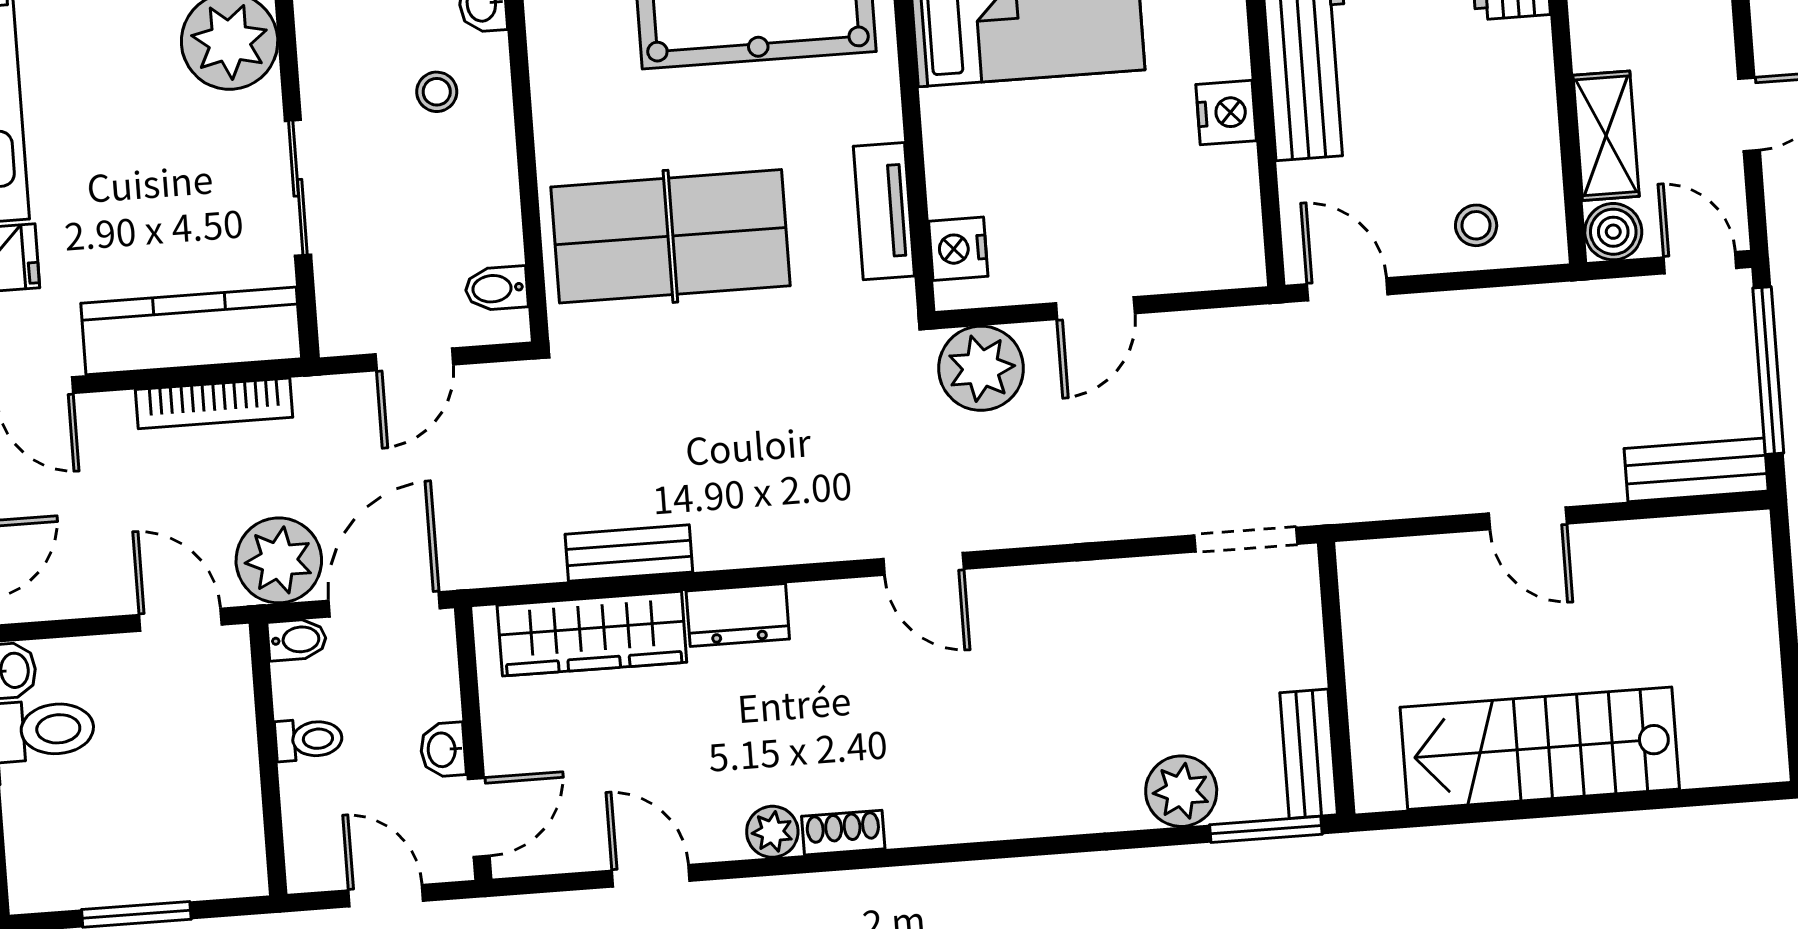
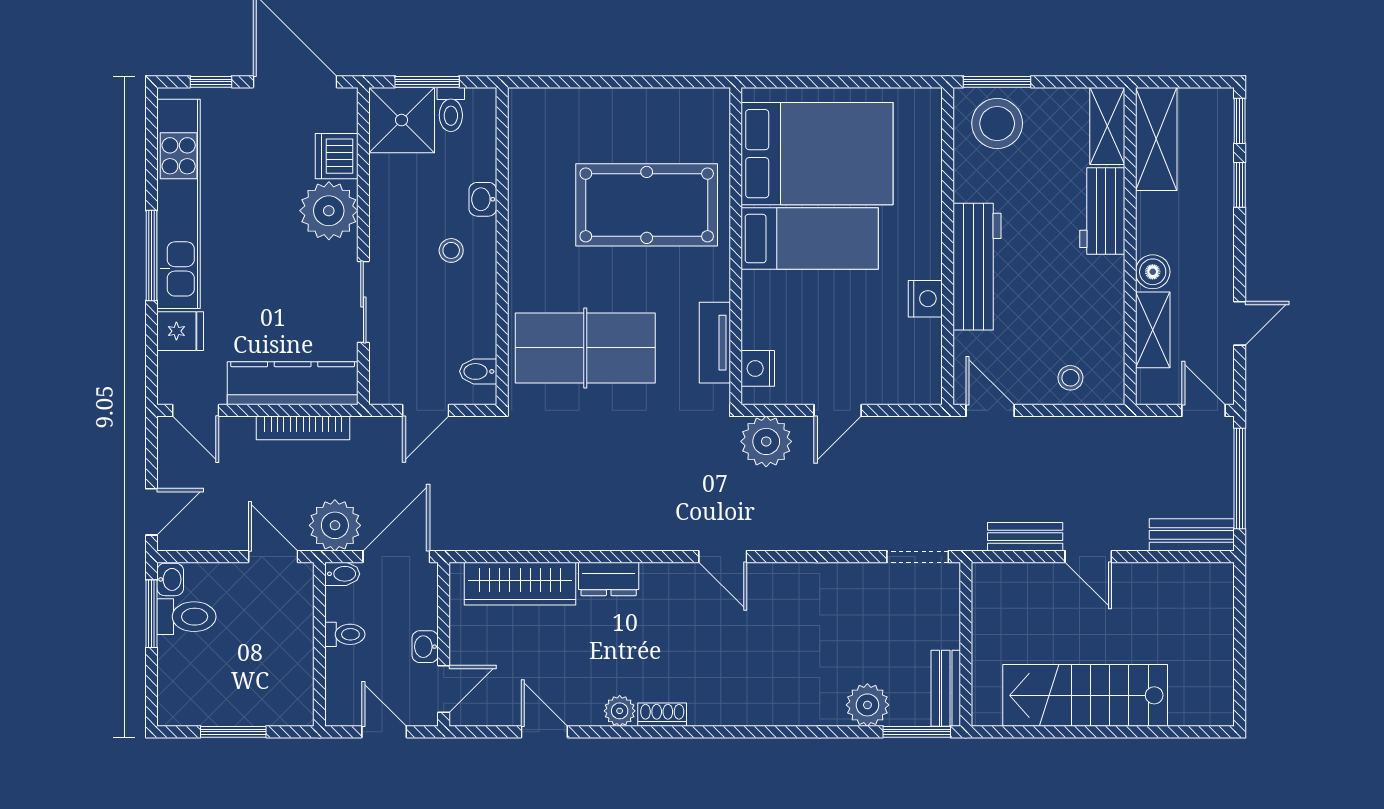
boiler: (1613, 232) -> (1153, 272), moved
bench: (629, 553) -> (1025, 537), moved

